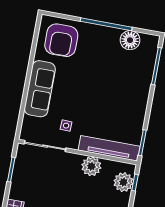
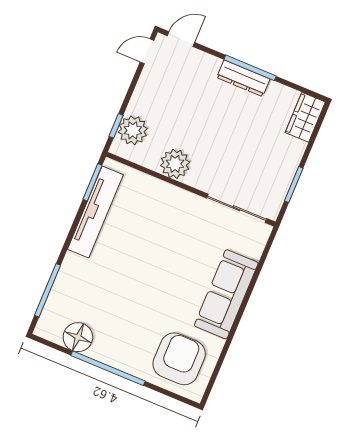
side table: (66, 126) -> (199, 232), removed
tv unit: (109, 148) -> (95, 212), moved, turned -90

